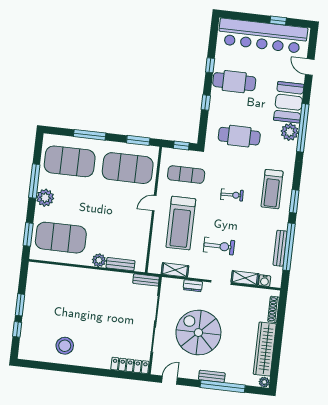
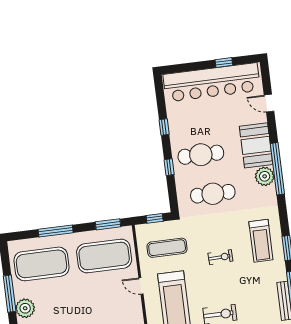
cafe table: (234, 82) -> (201, 155), moved
door: (154, 203) -> (141, 286), hinge flipped

